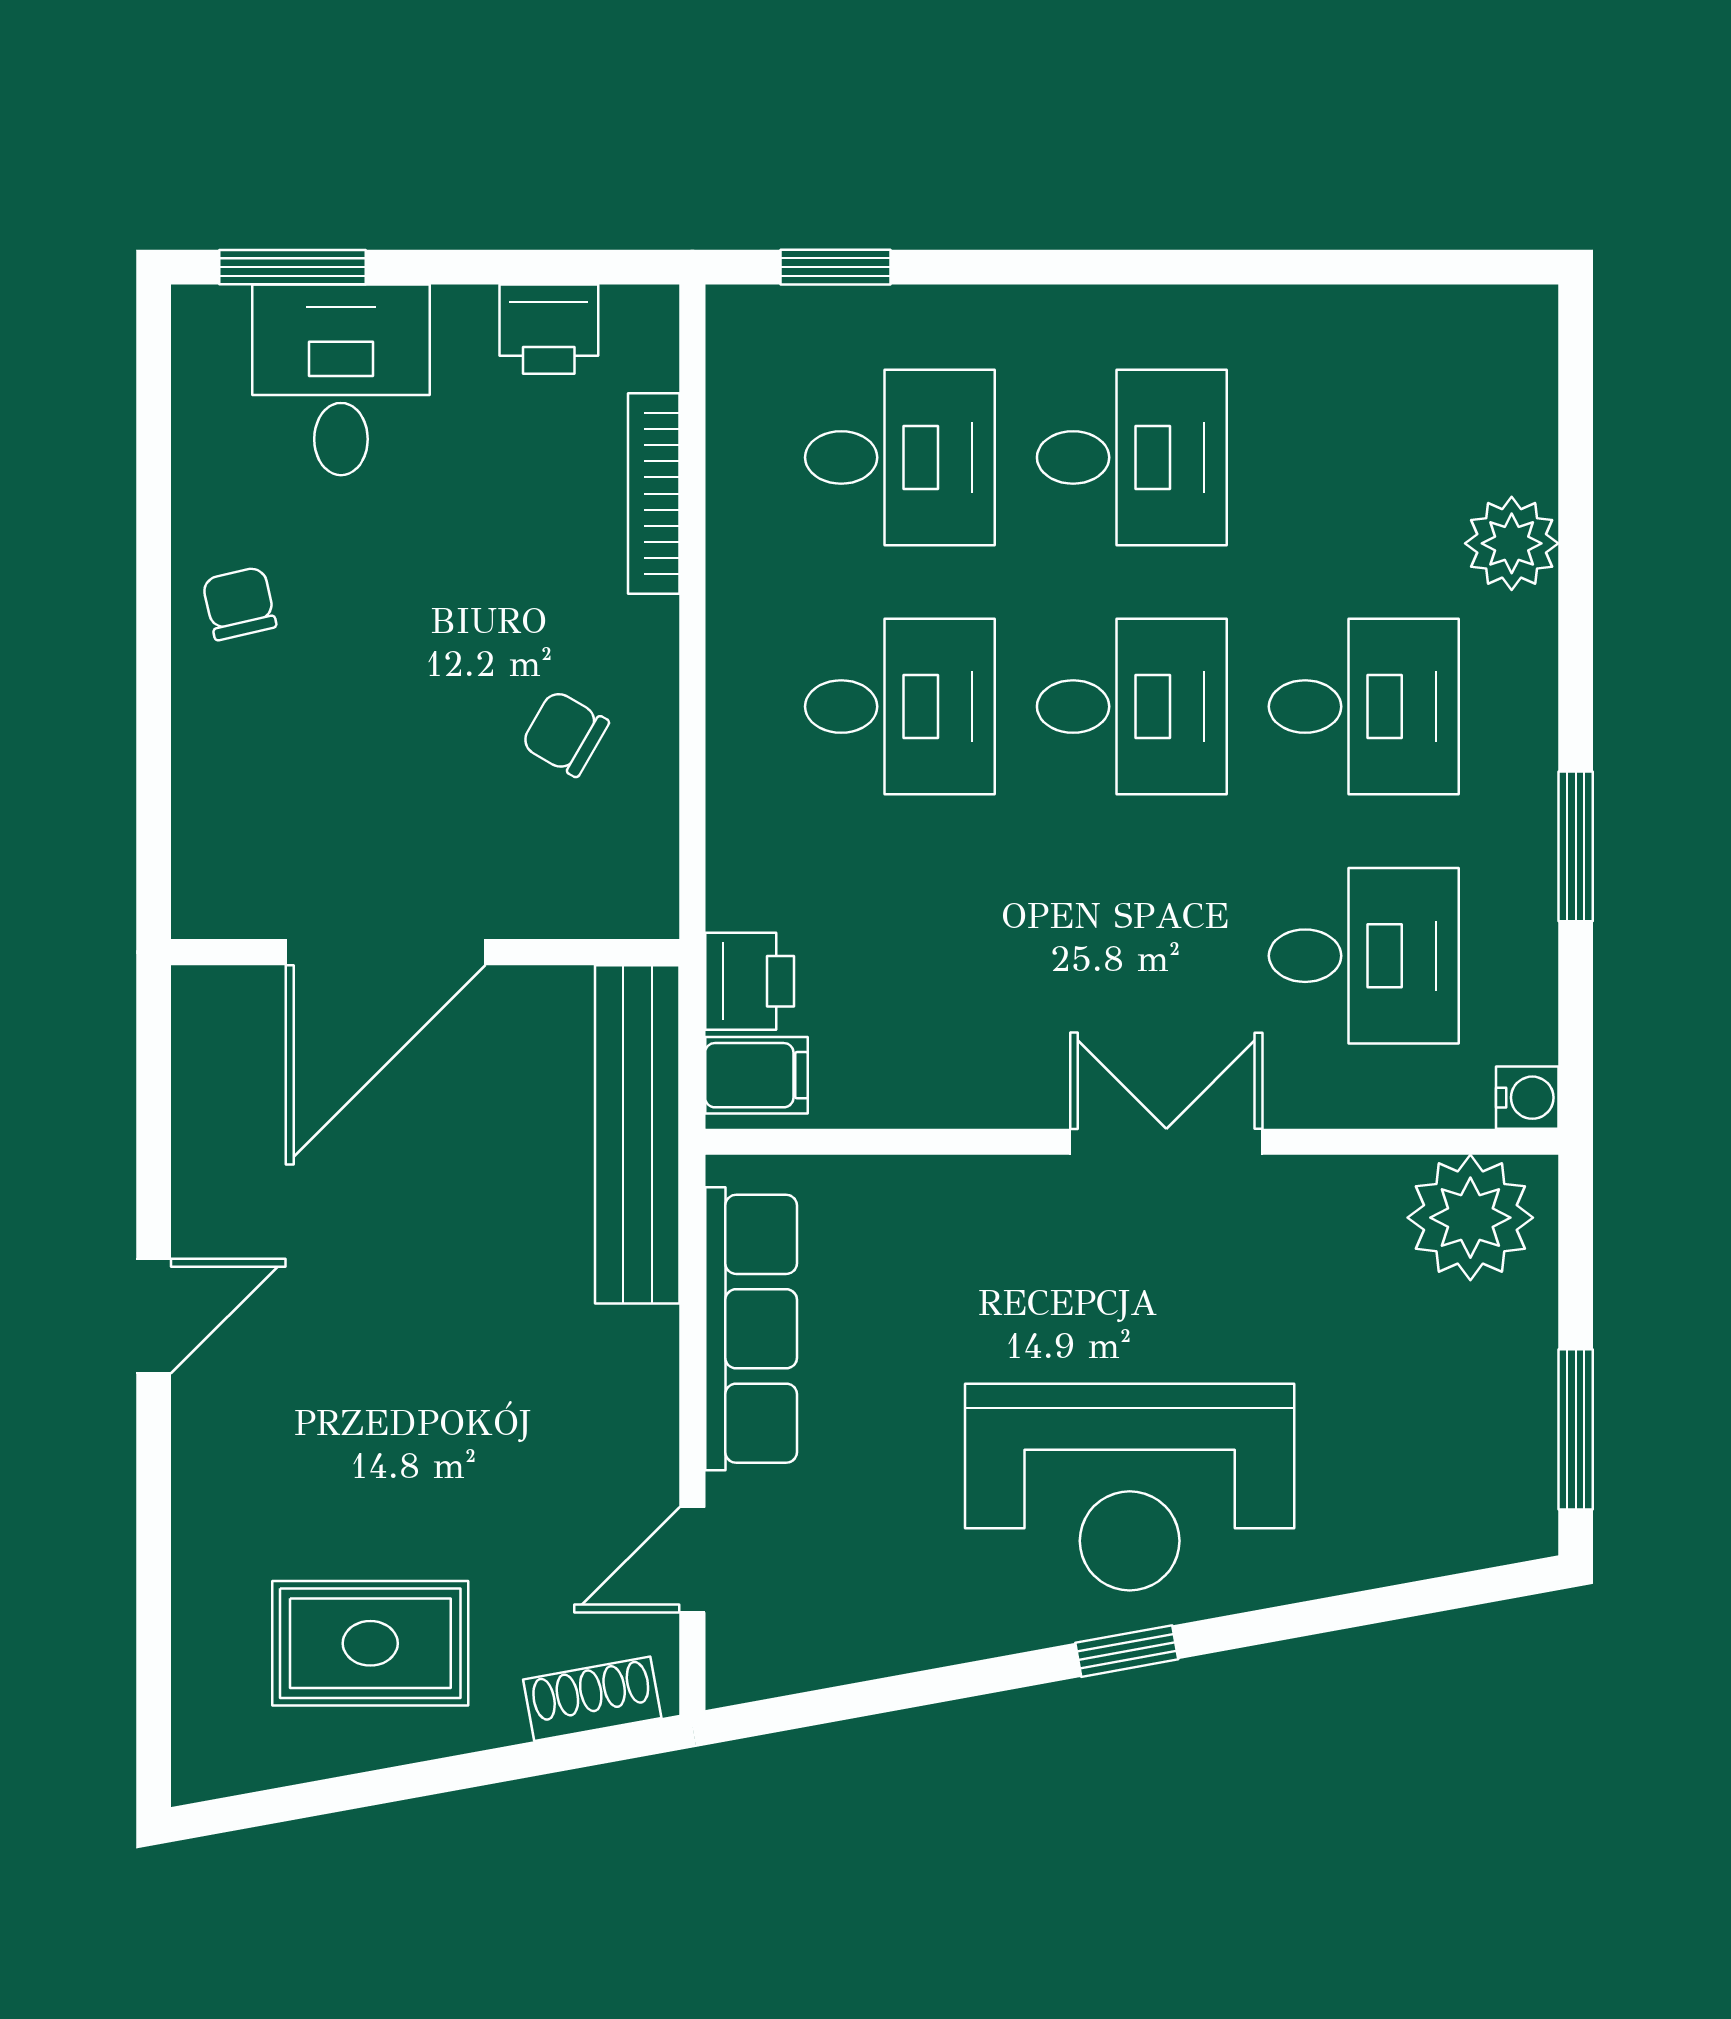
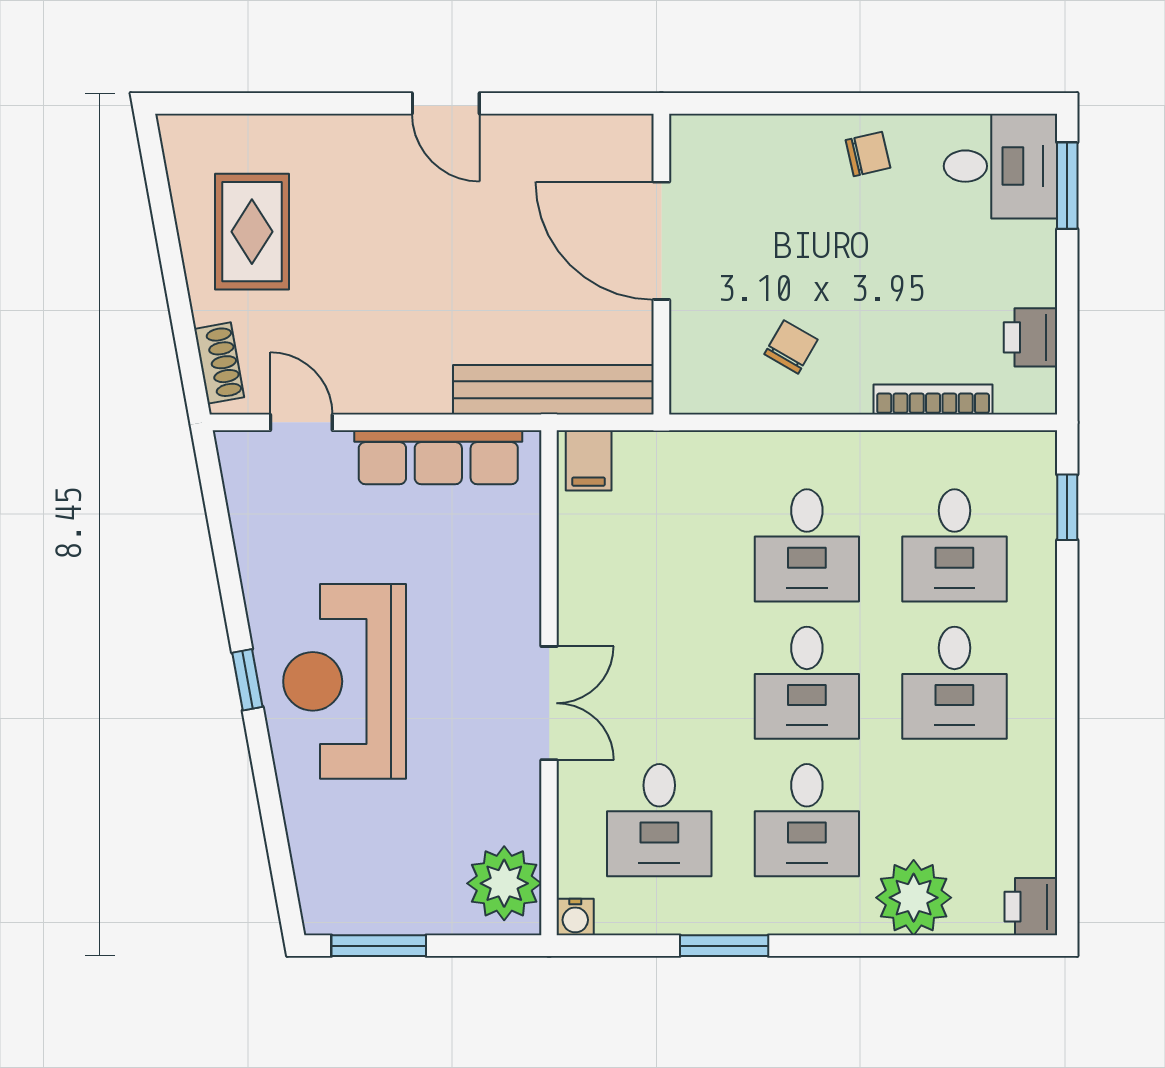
desk: (341, 380) -> (1000, 166), moved
plant: (1512, 543) -> (914, 898), width x1.36, depth x1.36
printer: (750, 981) -> (1031, 907), moved, turned 90

